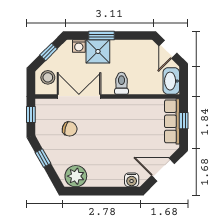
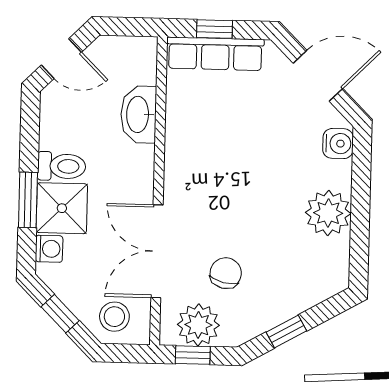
washbasin: (171, 81) -> (139, 114), moved, turned 90
toilet: (121, 83) -> (62, 166), moved, turned 180
plant: (45, 117) -> (198, 325), added
door: (163, 170) -> (318, 76), swing flipped
plant: (76, 176) -> (328, 213), moved

